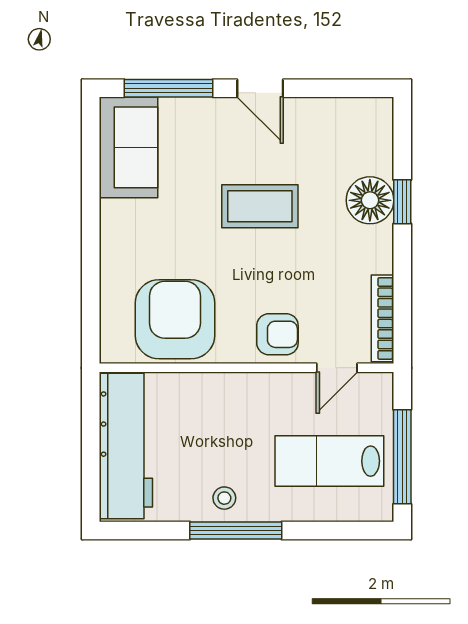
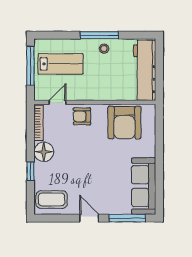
sofa: (129, 147) -> (144, 186), width x1.36
floor lamp: (370, 200) -> (44, 152), moved
coffee table: (260, 206) -> (52, 200), moved

